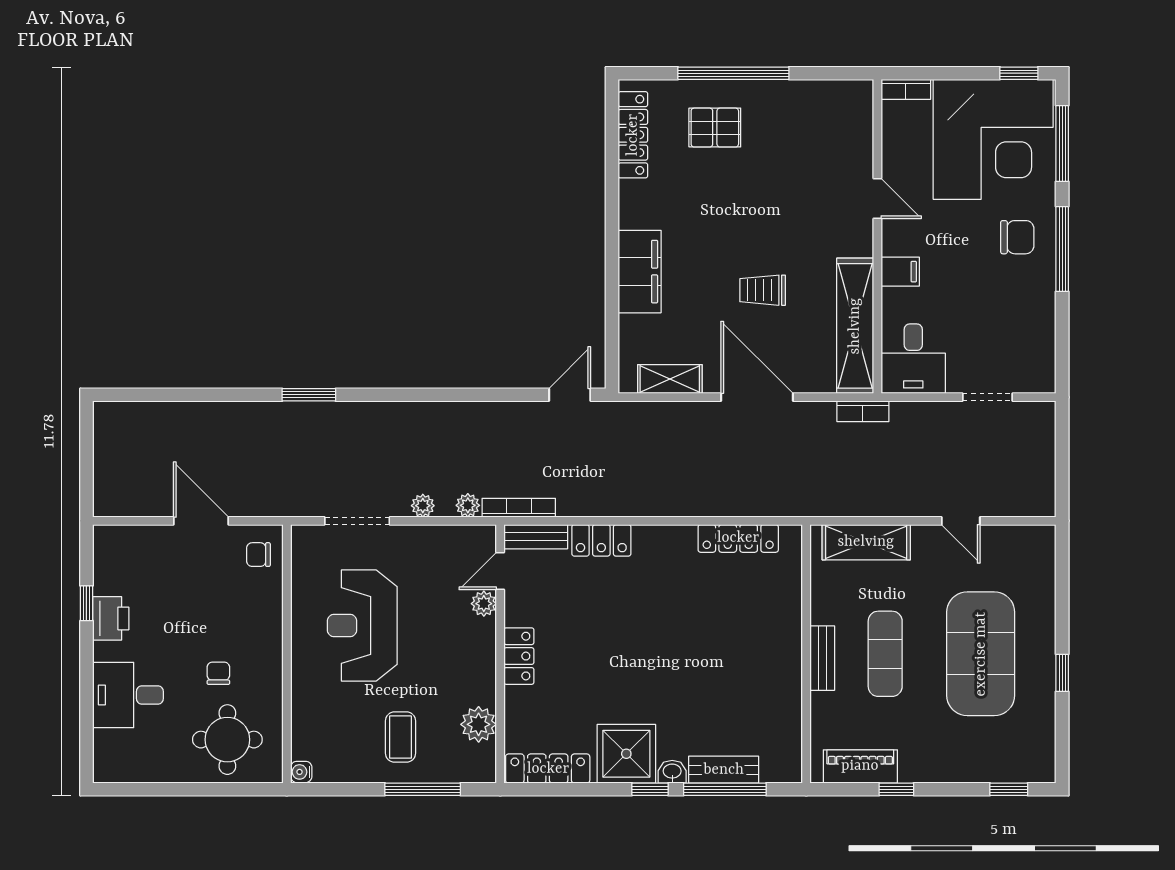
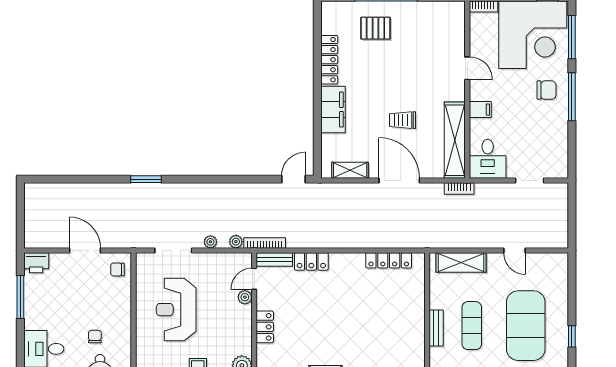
locker: (633, 135) -> (329, 60), moved
window: (86, 603) -> (20, 297), width x2.17
printer: (111, 618) -> (36, 263), moved, turned 90

